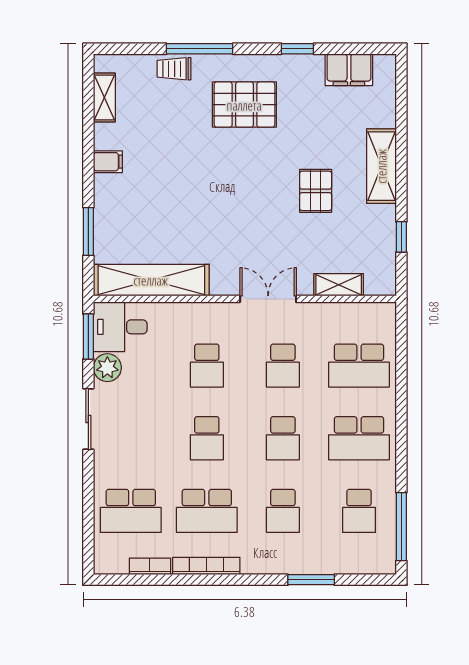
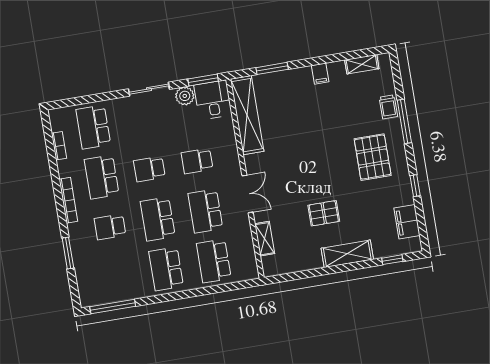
trolley: (174, 69) -> (388, 107), turned 180
window: (401, 237) -> (392, 260), moved
school desk: (283, 366) -> (205, 211), width x1.85
school desk: (283, 438) -> (158, 219), width x1.85
school desk: (359, 511) -> (118, 277), removed
bookcase: (206, 566) -> (68, 200), moved

